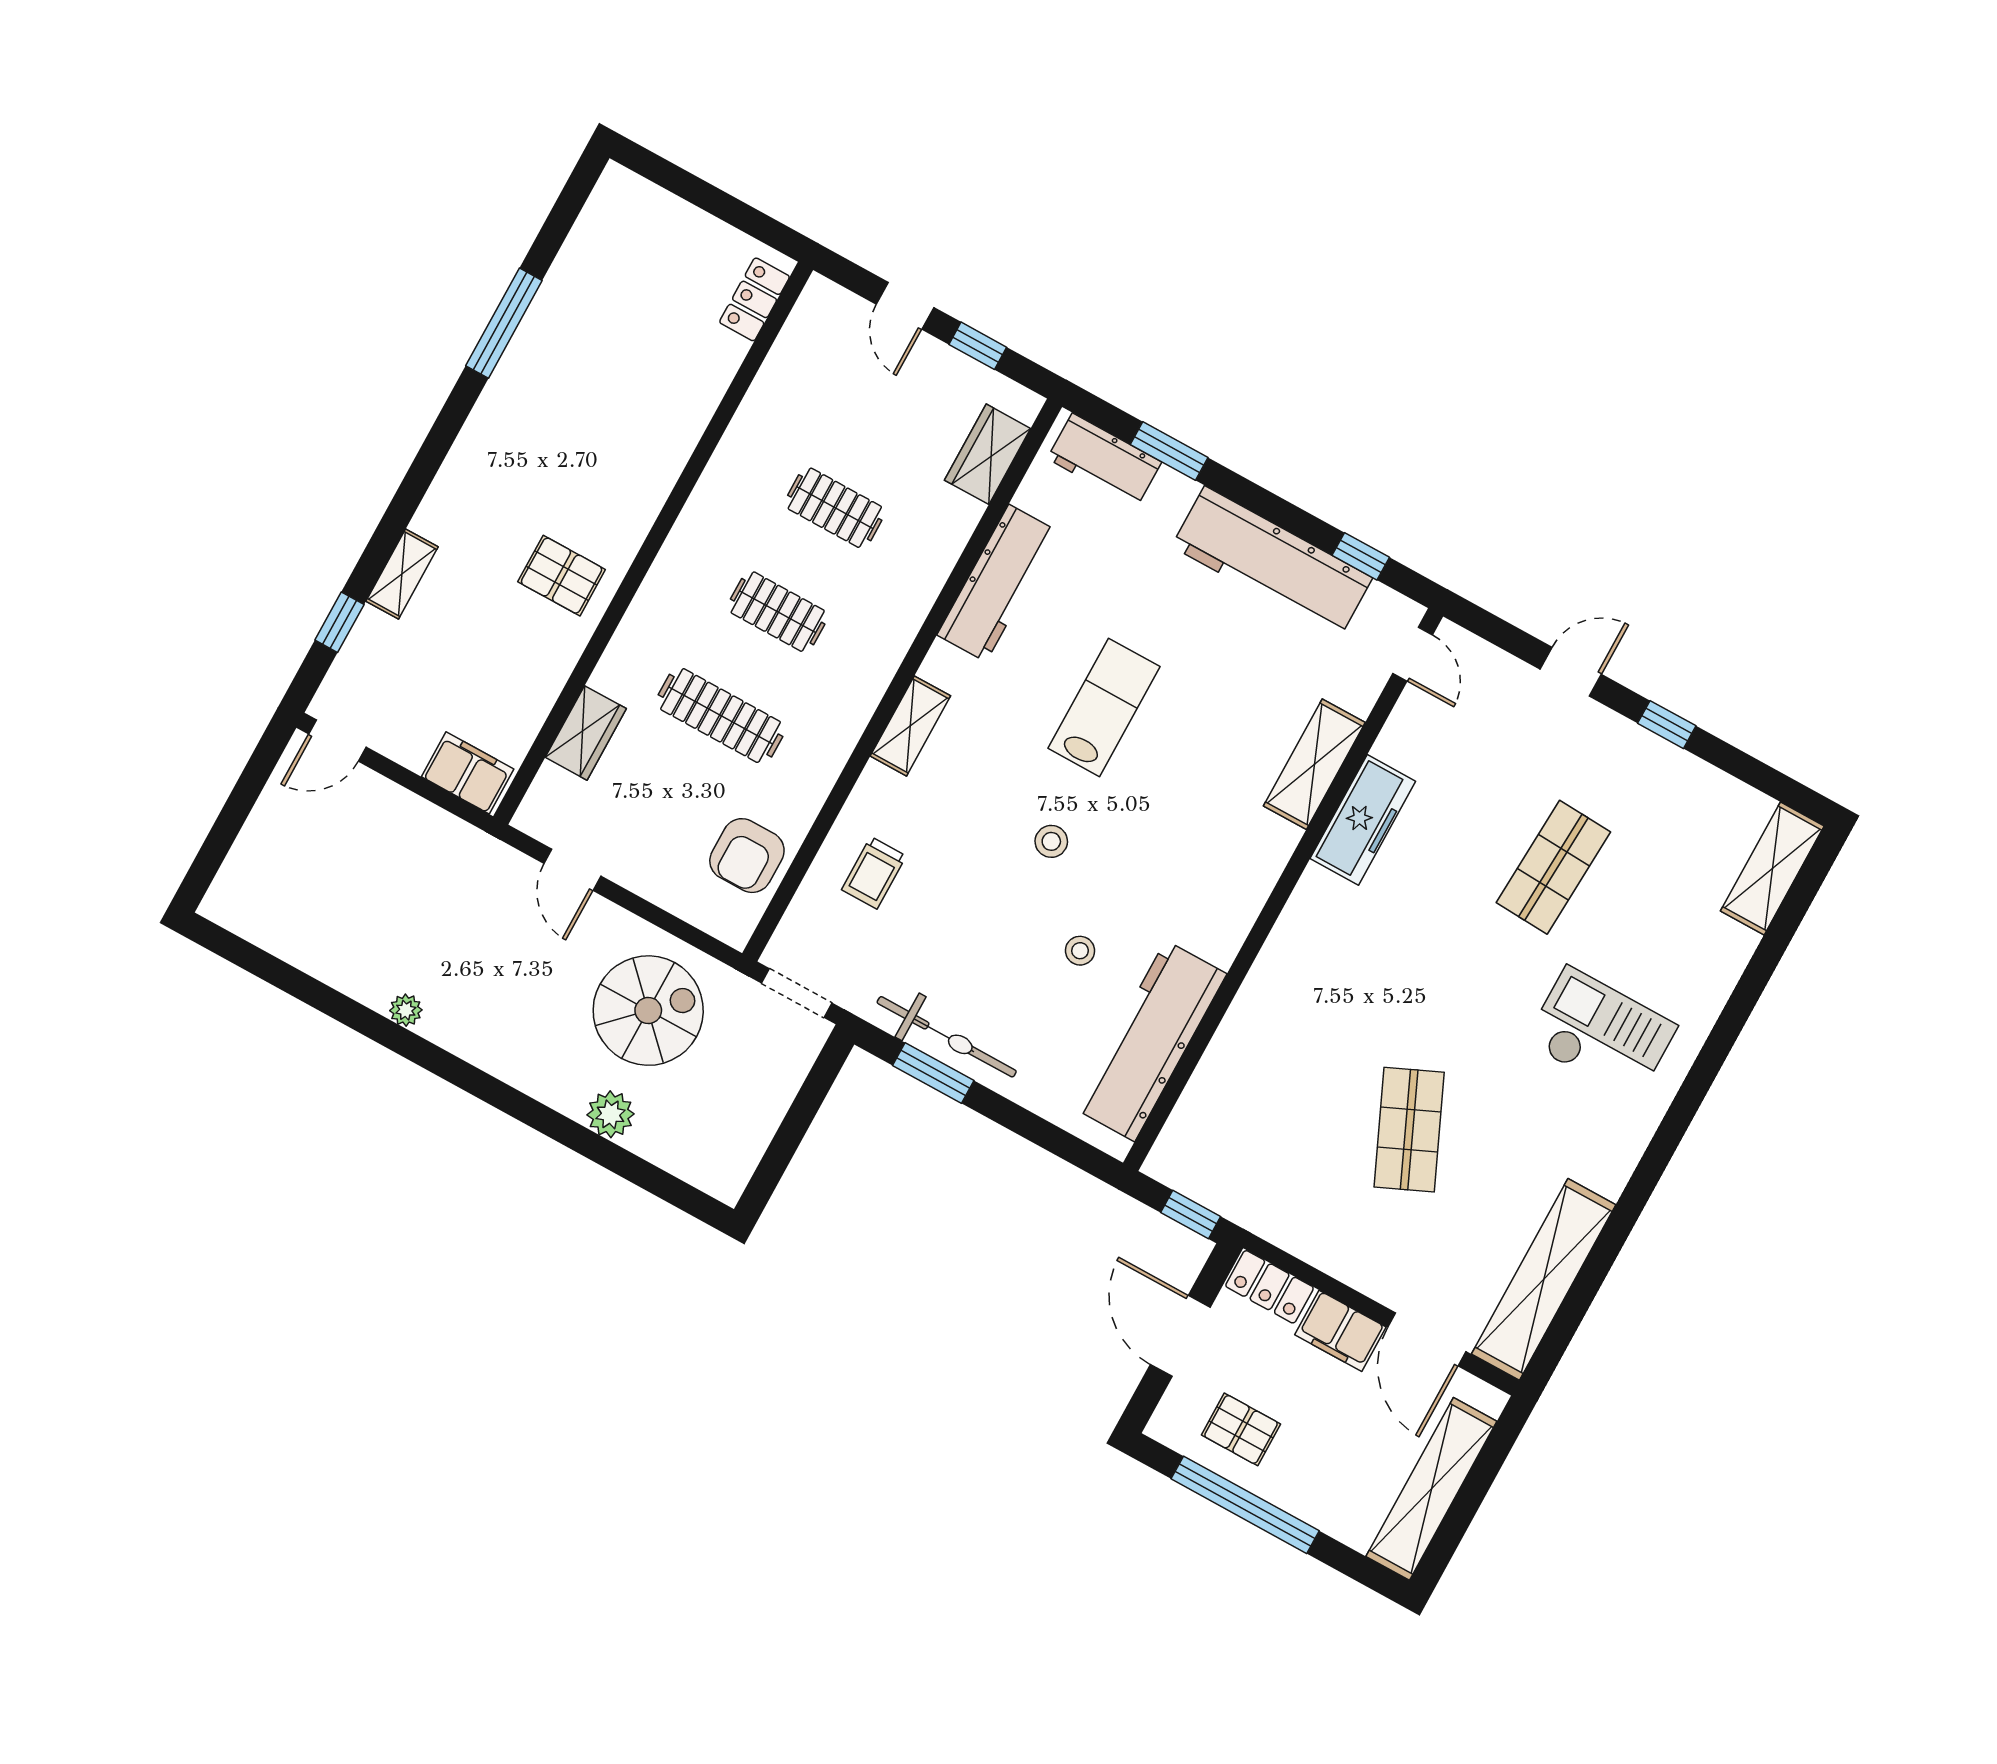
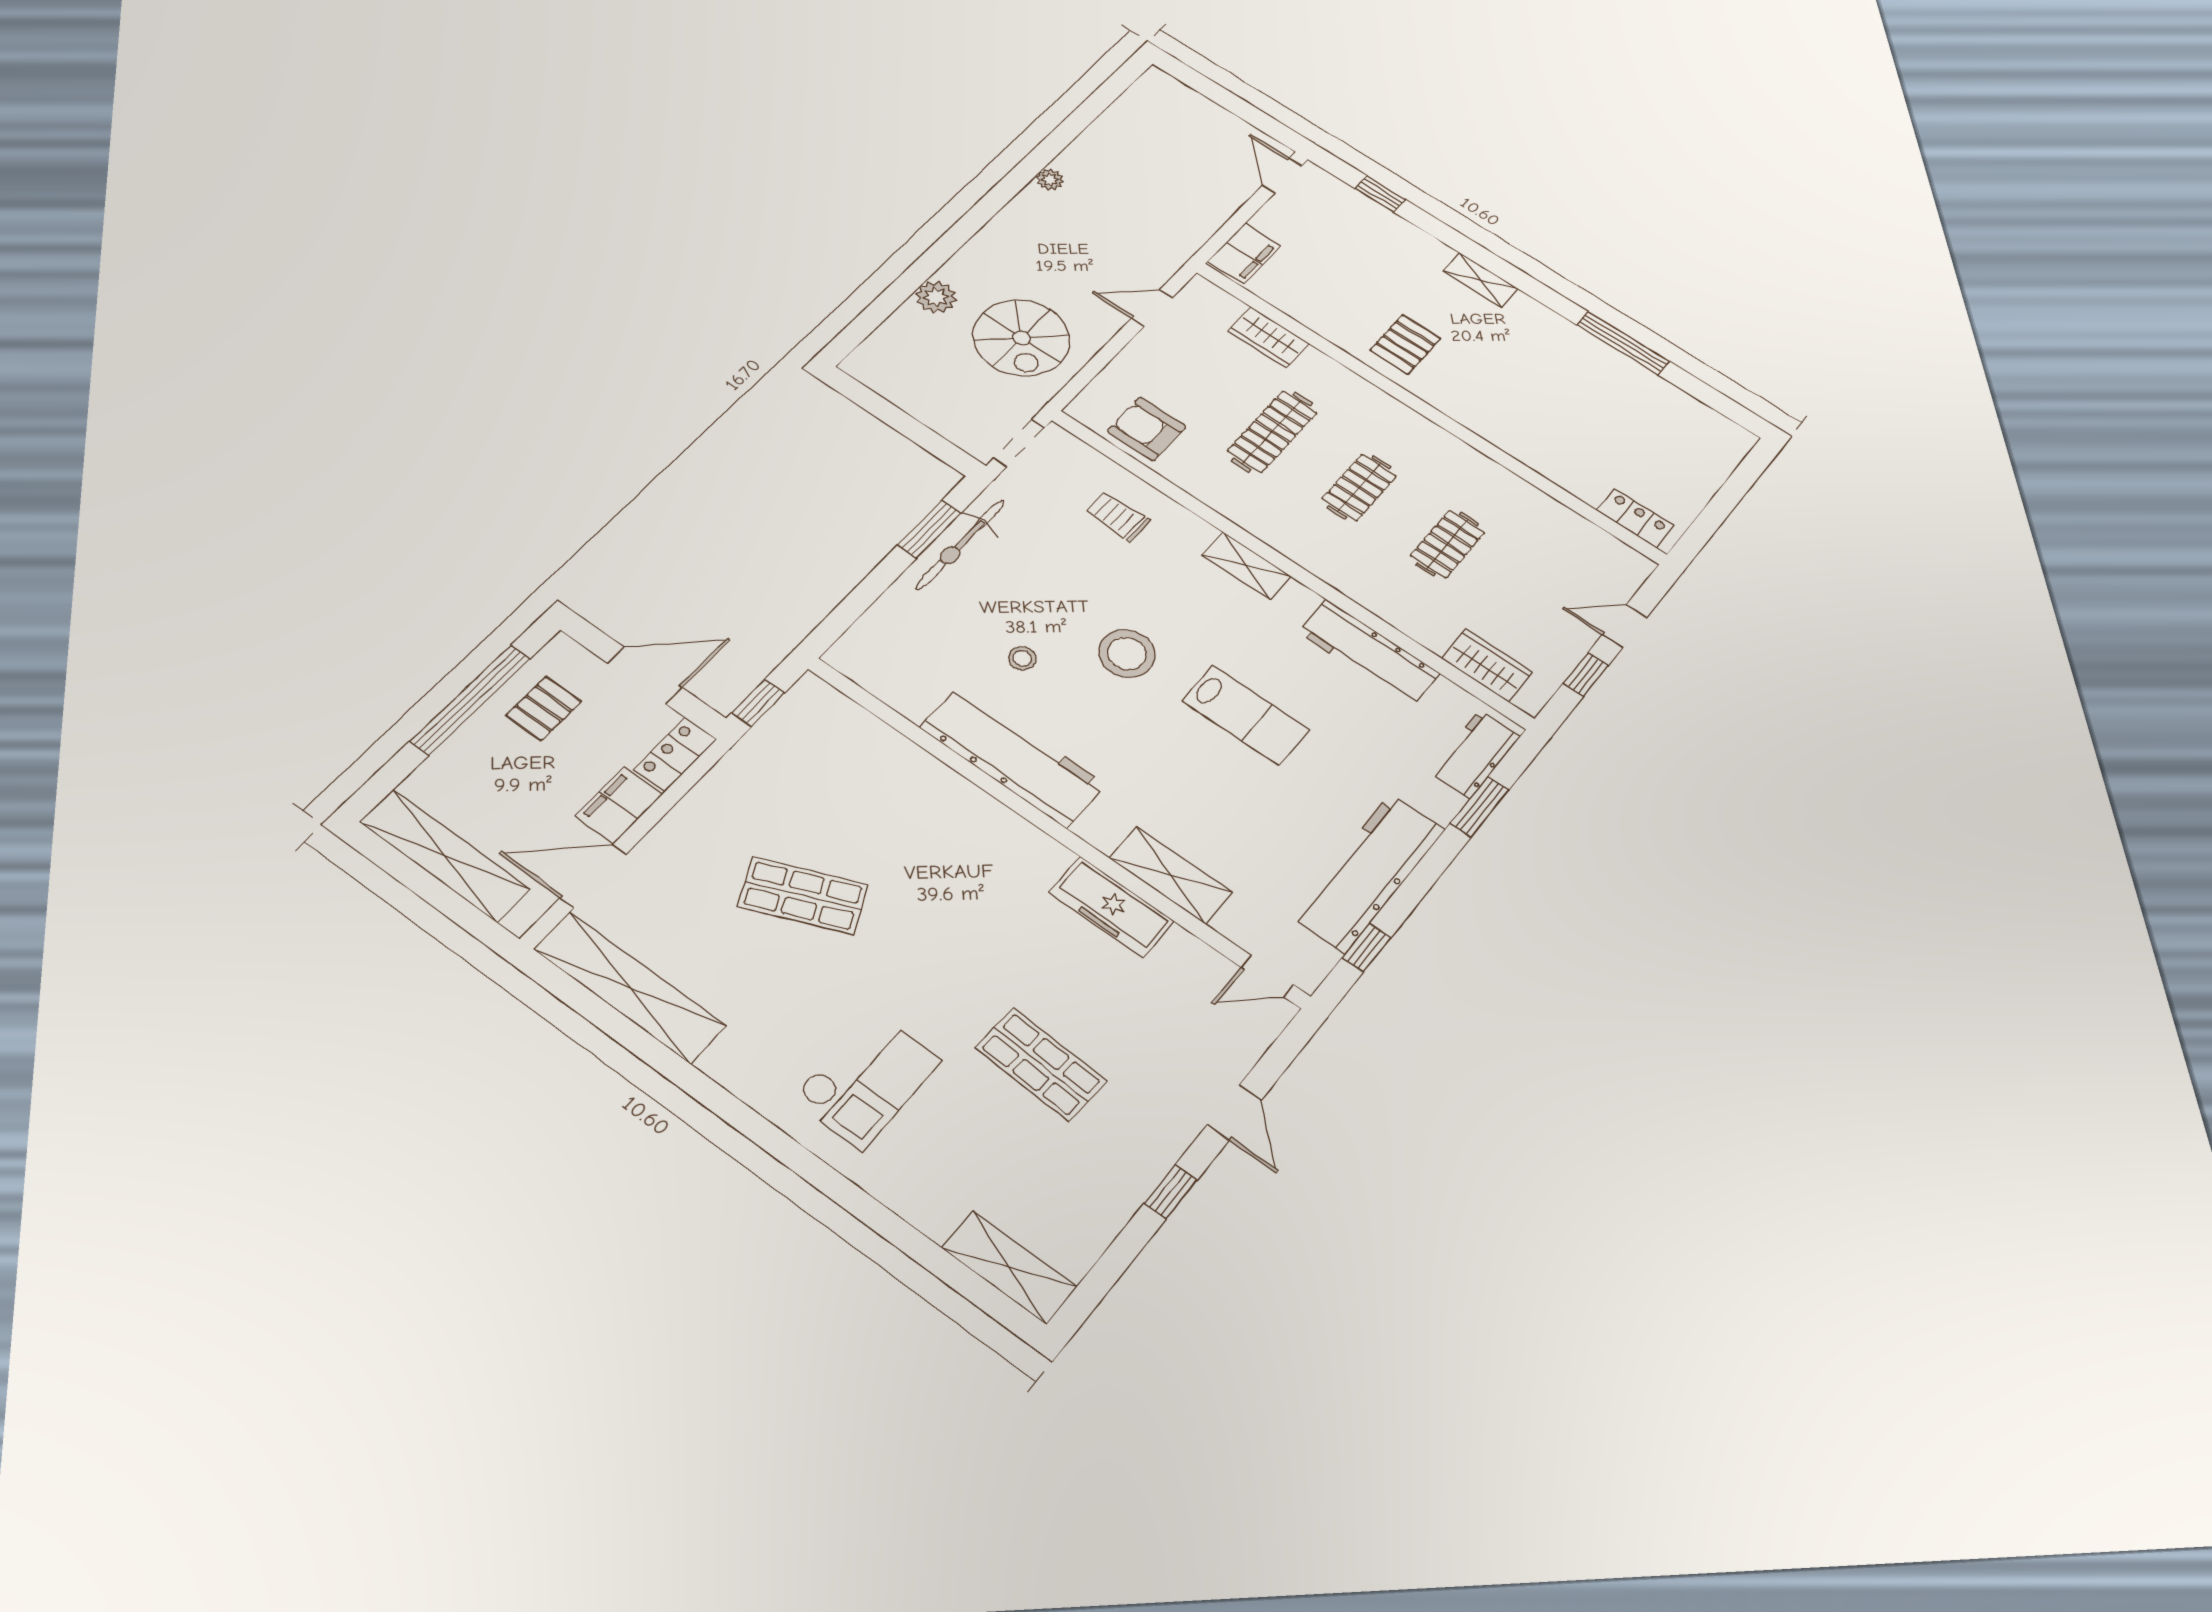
shelving: (402, 574) -> (1480, 280), moved
stool: (1051, 841) -> (1127, 653), width x1.89, depth x1.89
workbench: (1150, 1041) -> (1012, 756), moved

